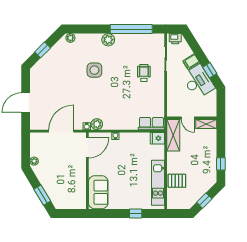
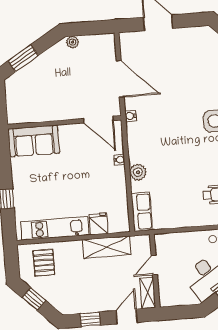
plant: (97, 124) -> (138, 172), moved
shelving: (173, 135) -> (107, 247), moved
fridge: (157, 138) -> (98, 224), moved
door: (221, 139) -> (127, 316), added
pallet: (177, 181) -> (44, 263), moved

